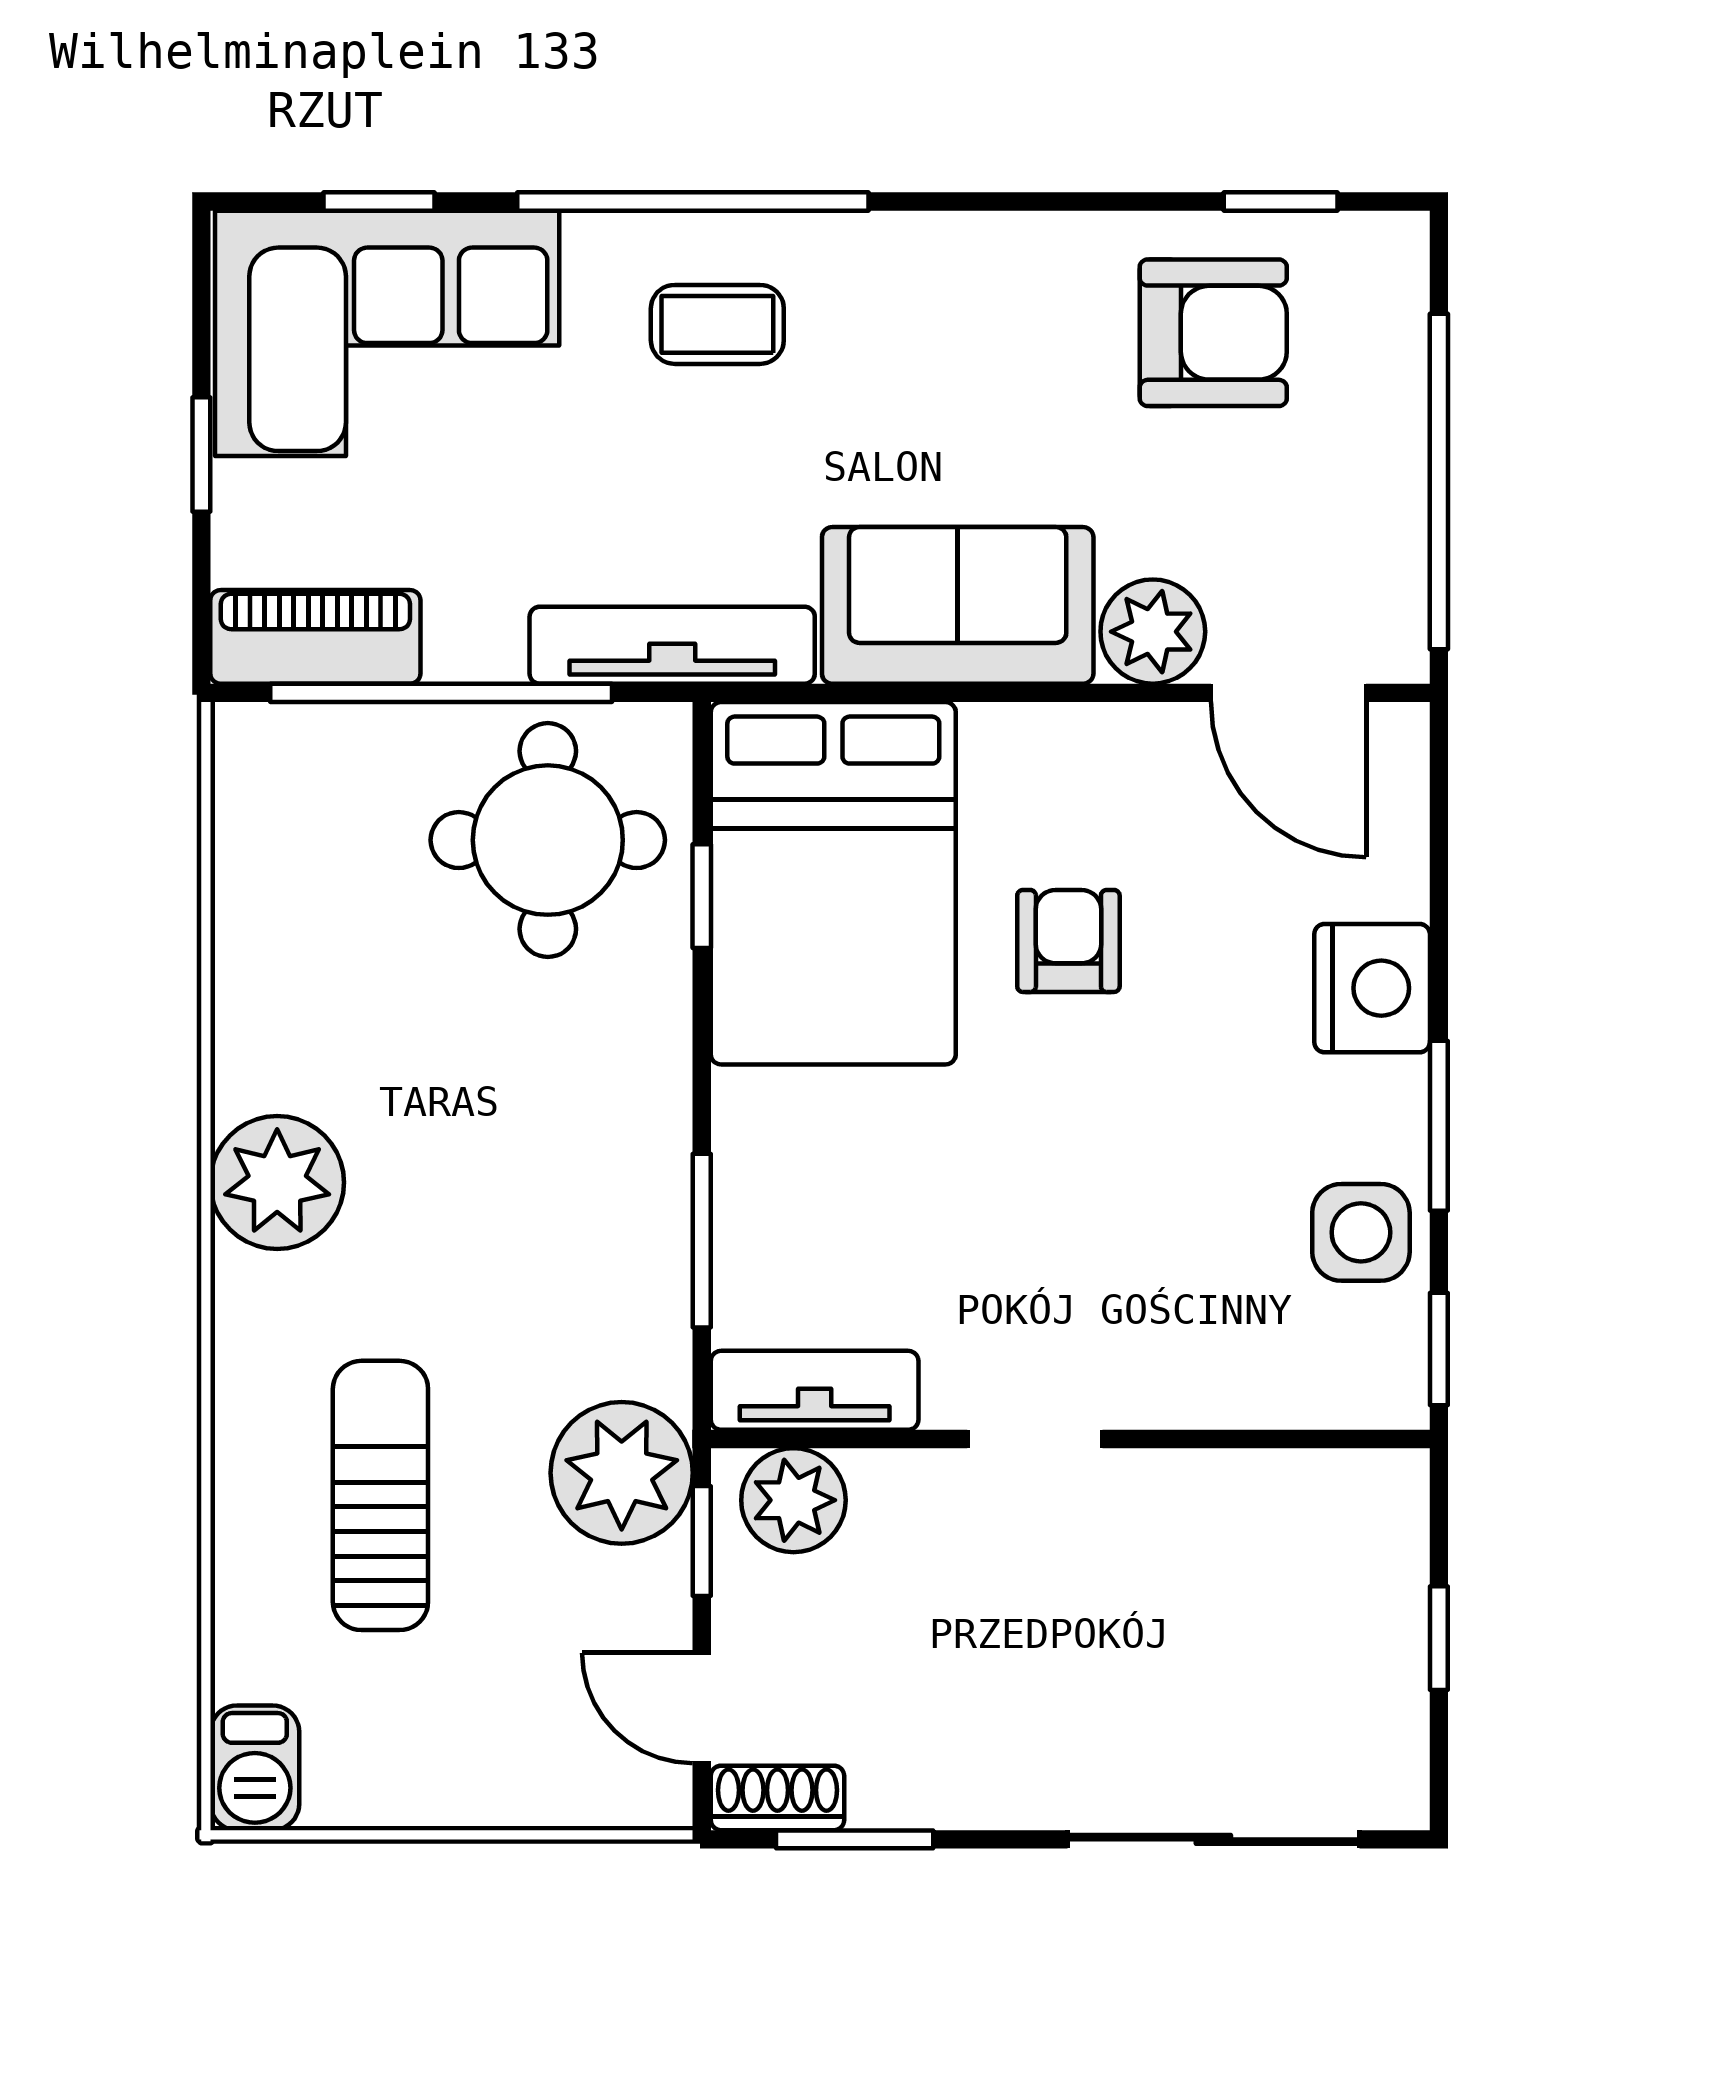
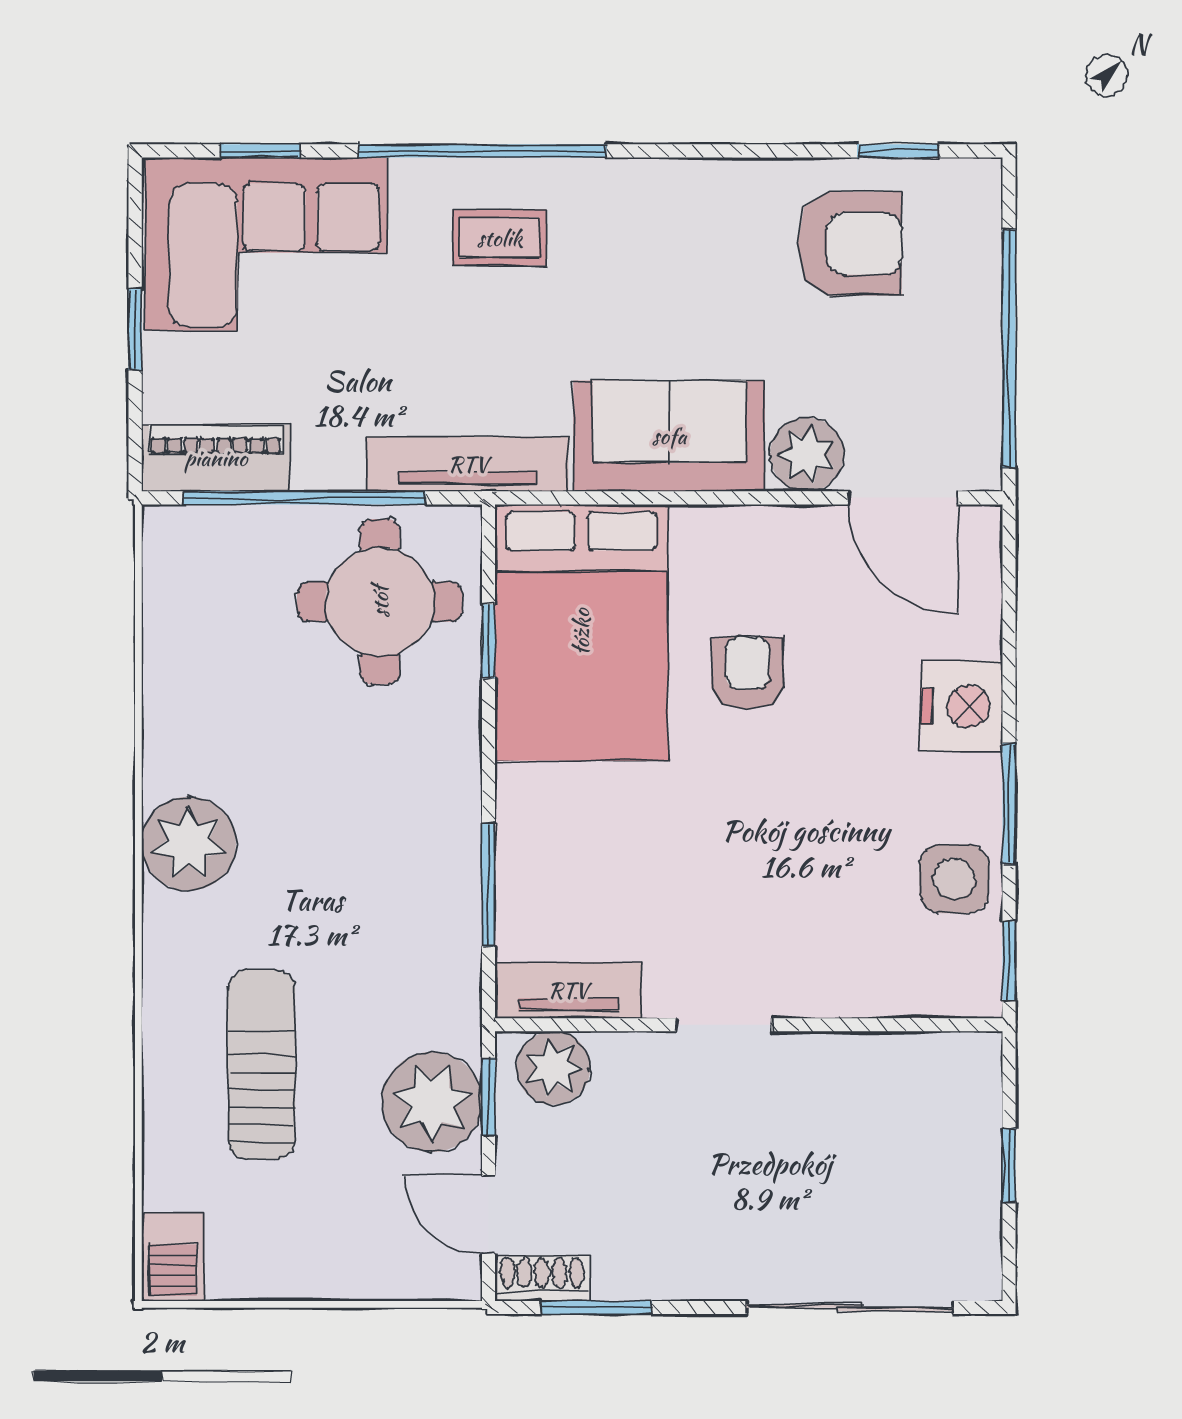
plant: (622, 1473) -> (432, 1102), moved

